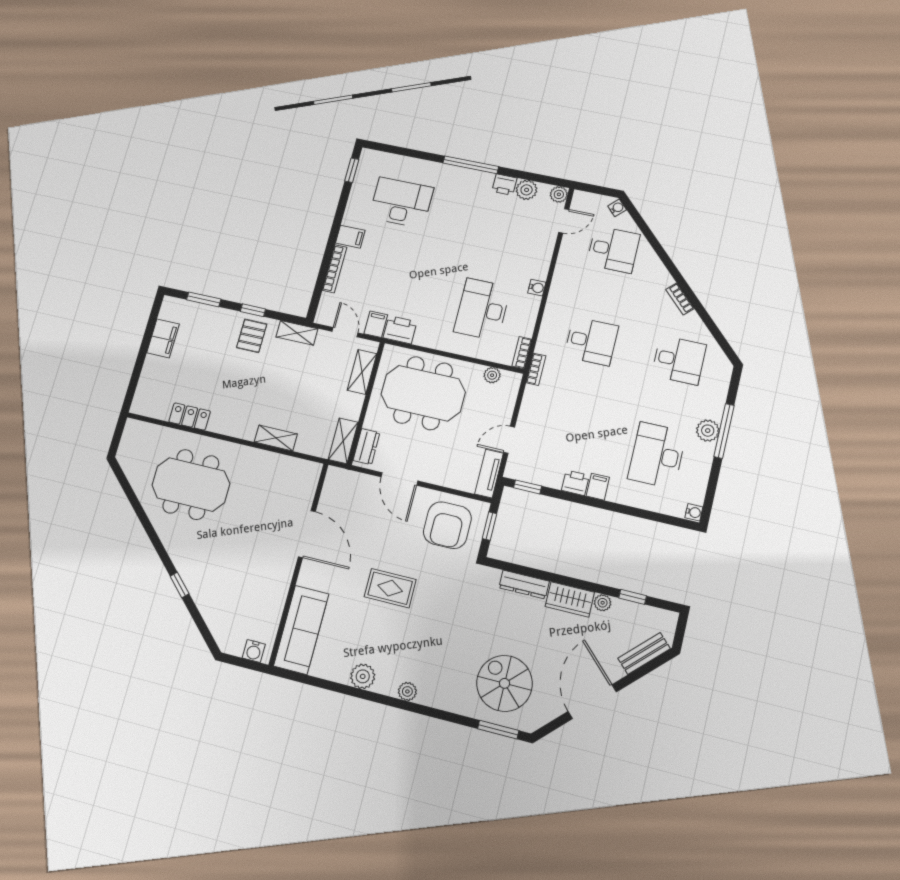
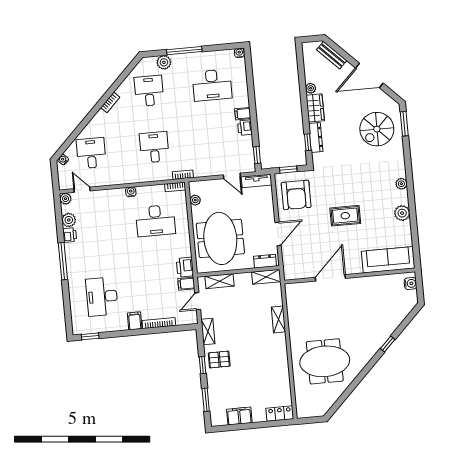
locker: (190, 417) -> (280, 414), moved, turned 90
plant: (708, 431) -> (164, 62), moved
meeting table: (191, 484) -> (325, 361), turned 90
armchair: (447, 525) -> (296, 195), turned 90
rug: (390, 588) -> (345, 216), turned 90
window: (633, 597) -> (308, 142), moved

